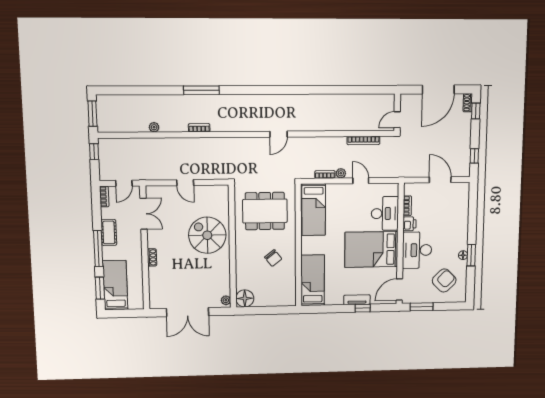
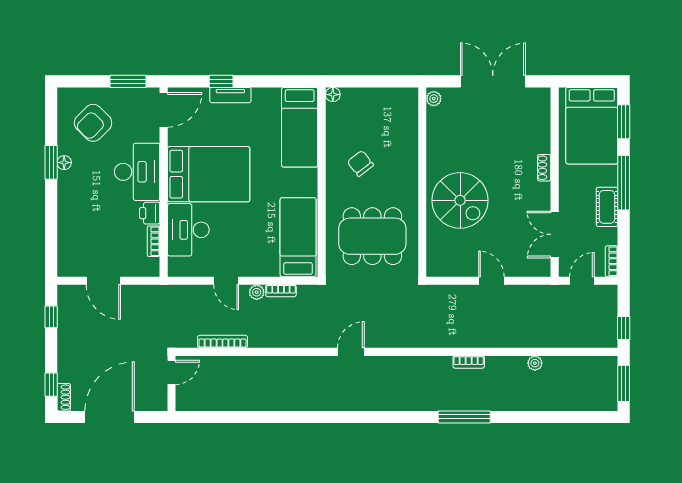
bed: (115, 285) -> (592, 126), width x1.50
floor lamp: (245, 298) -> (333, 95), moved, width x0.53, depth x0.53

